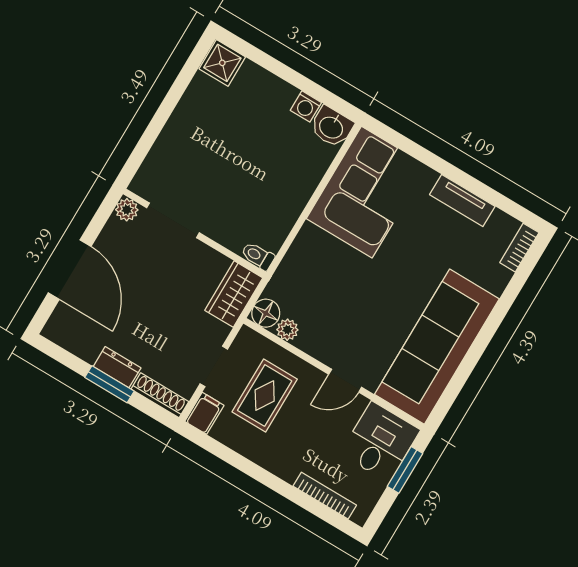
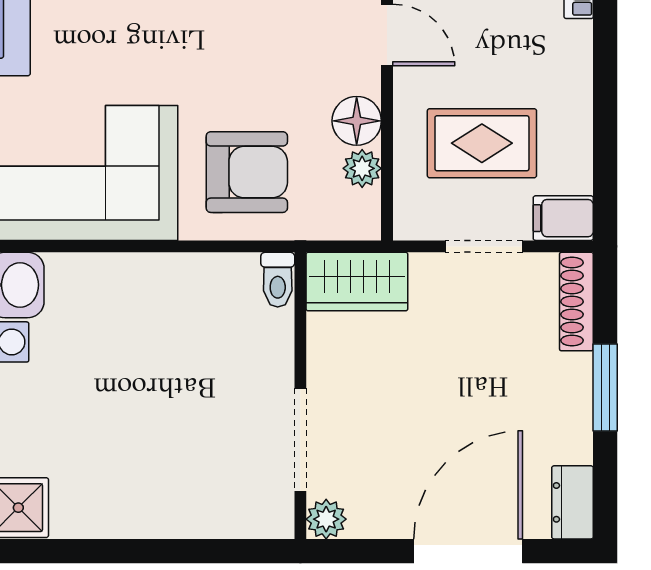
armchair: (319, 272) -> (247, 172), added
floor lamp: (266, 313) -> (357, 121), moved
dresser: (117, 367) -> (573, 502), moved

